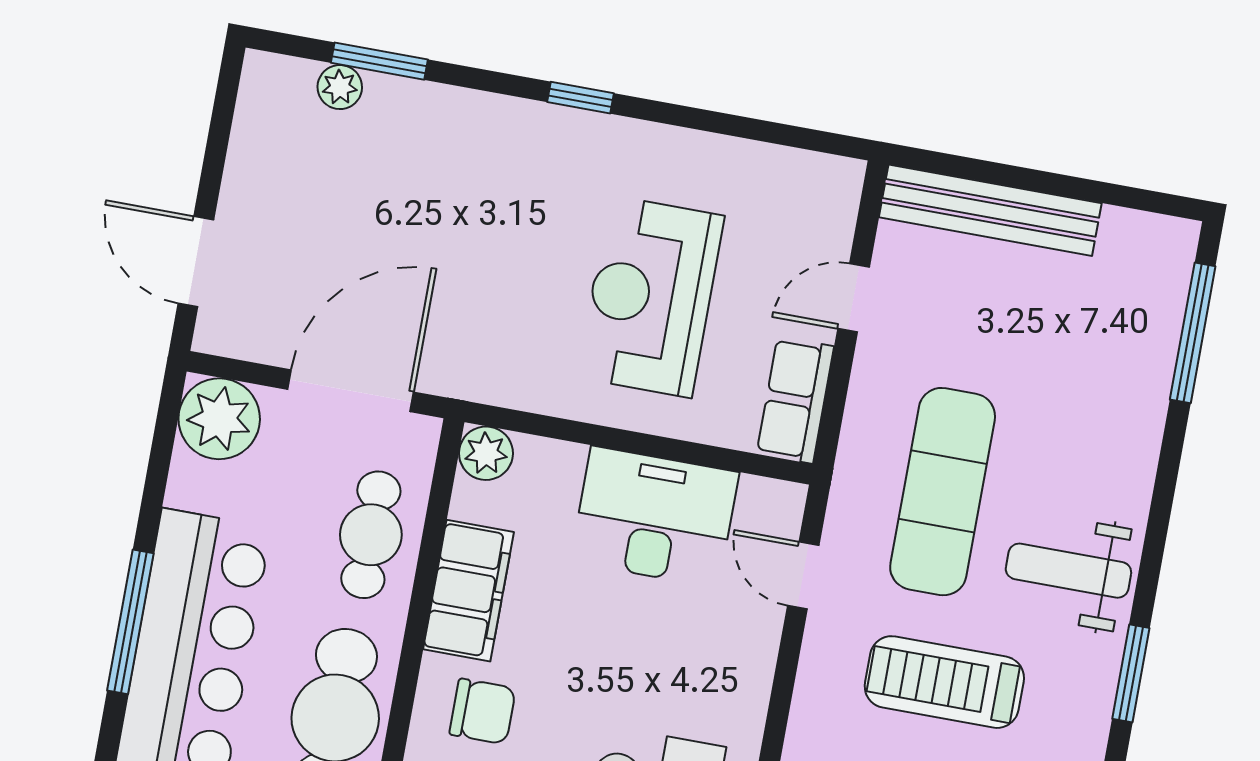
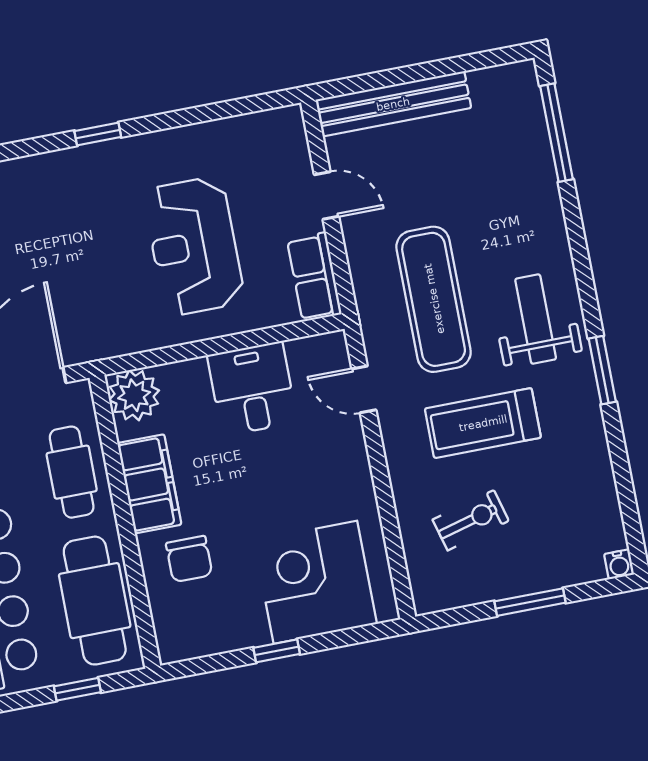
door: (854, 298) -> (327, 196), swing flipped
plant: (486, 453) -> (134, 395), width x1.36, depth x1.36
desk: (655, 517) -> (252, 389), width x0.73
weight bench: (1068, 571) -> (536, 319), turned 90
chair: (483, 711) -> (189, 559), turned 90

